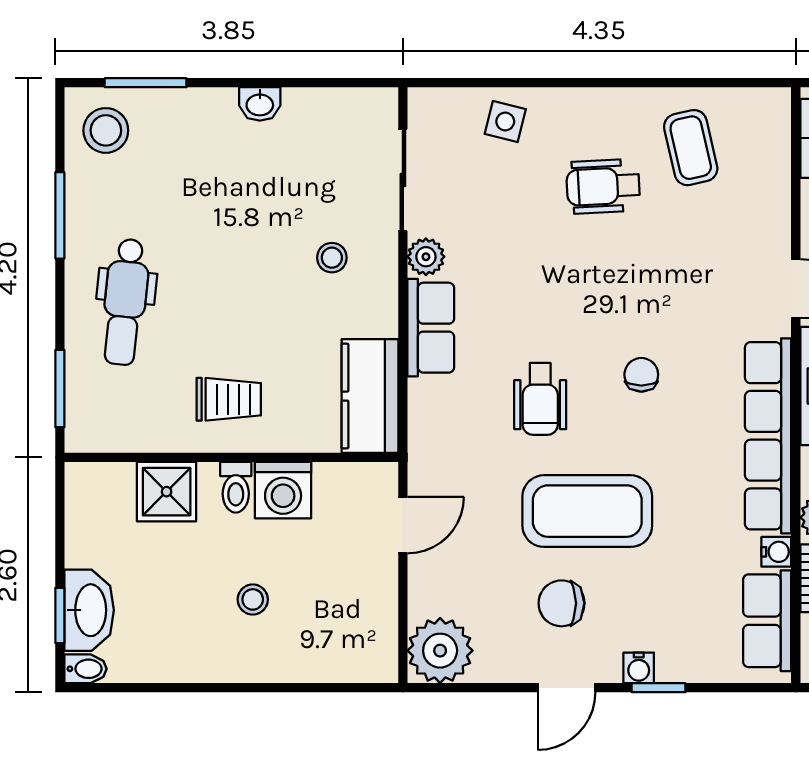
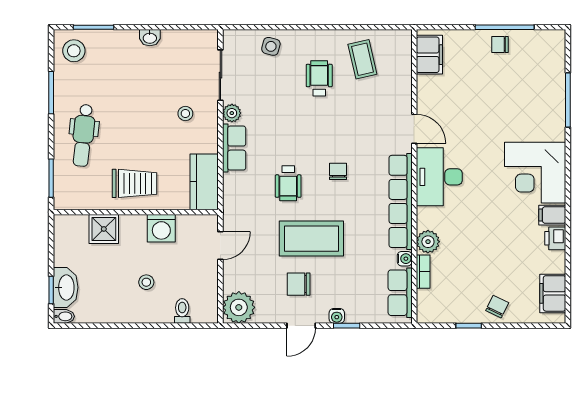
wheelchair: (603, 186) -> (319, 78), turned 93
trolley: (229, 399) -> (135, 183), width x1.36, depth x1.39
toilet: (236, 487) -> (182, 311), moved, turned 180

